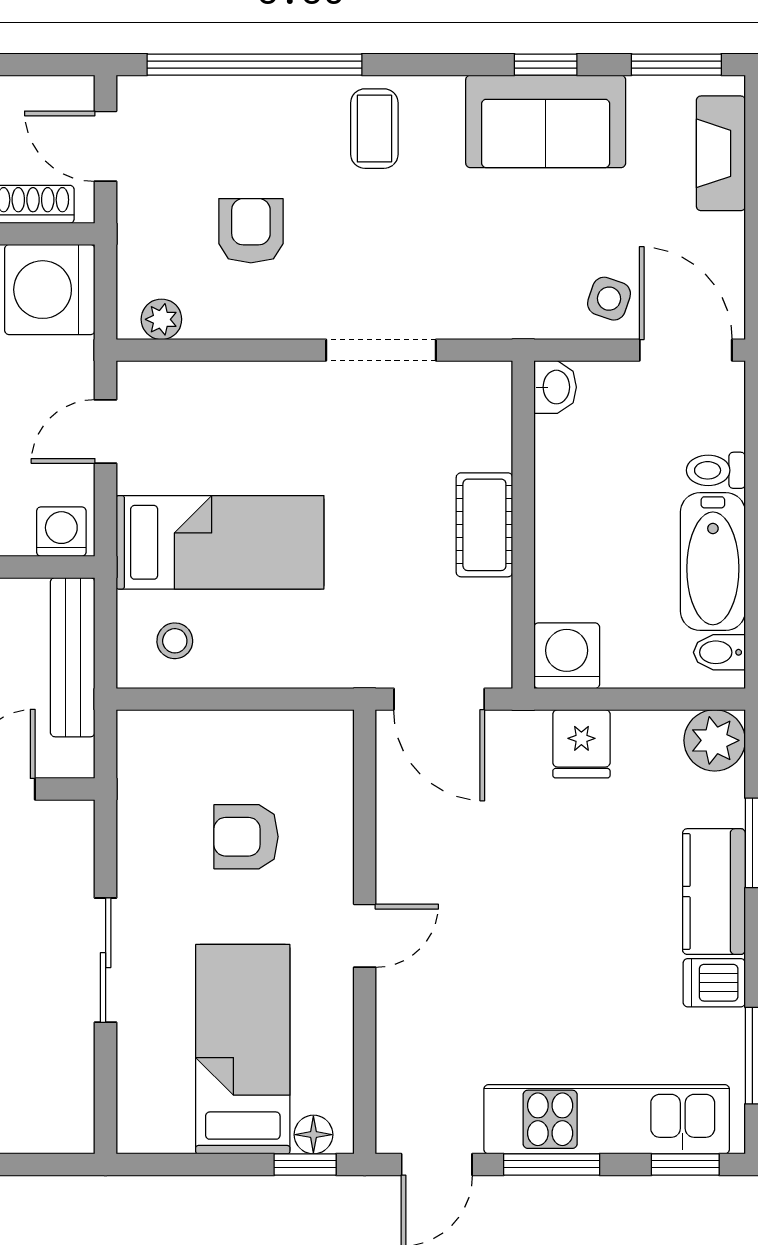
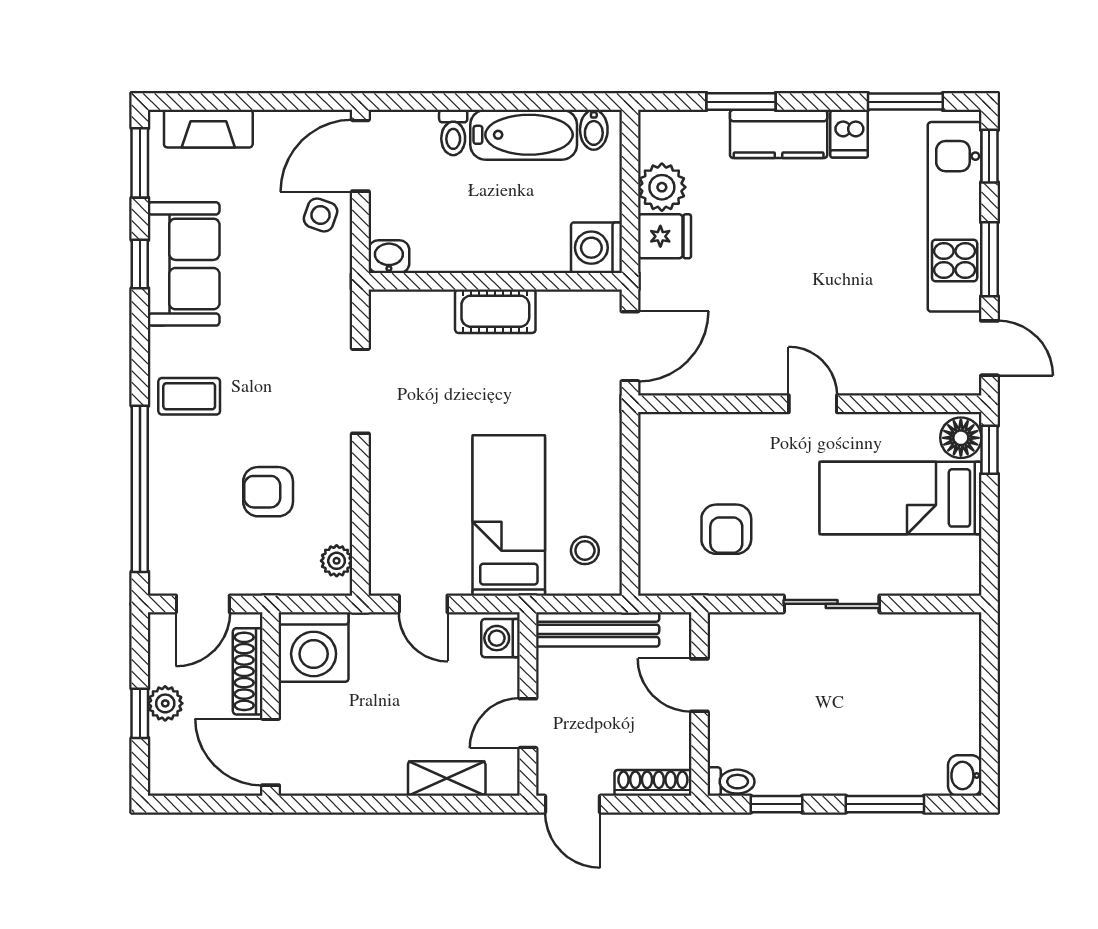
plant: (715, 740) -> (662, 187), moved
armchair: (246, 837) -> (726, 529), moved
floor lamp: (313, 1135) -> (961, 438), width x1.37, depth x1.37

